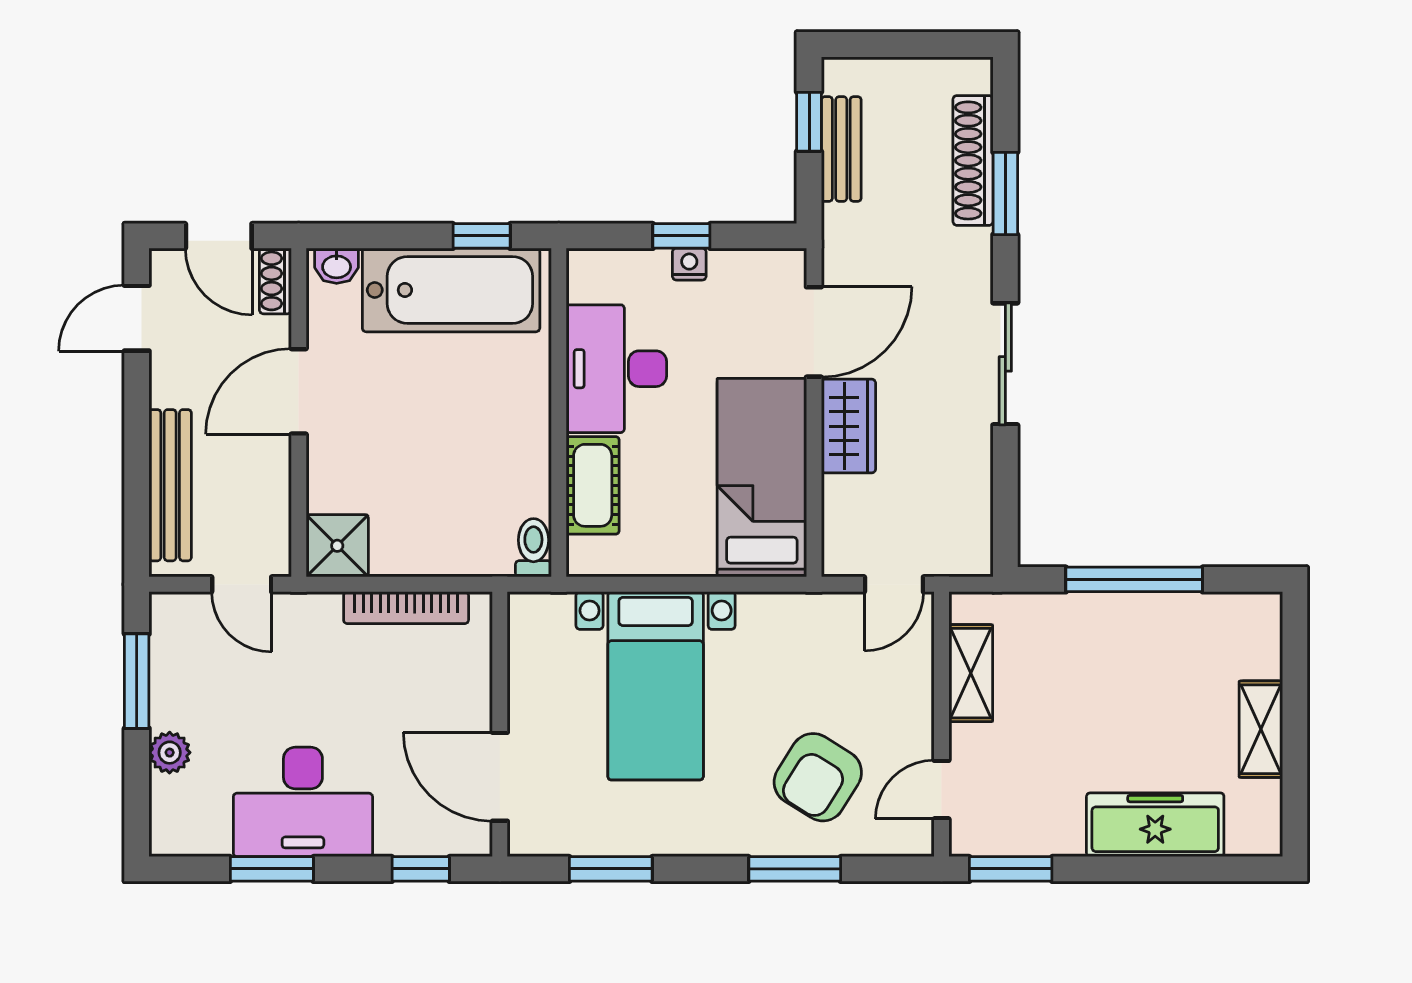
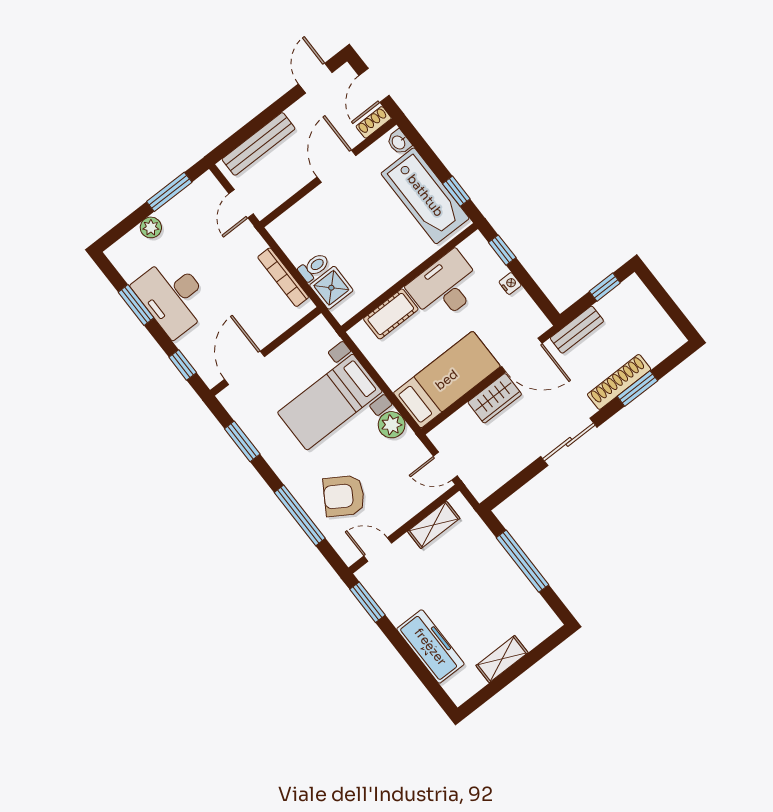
bench: (841, 149) -> (577, 330), moved
shoe rack: (973, 160) -> (619, 382), moved
window: (681, 236) -> (502, 250), moved
door: (137, 318) -> (315, 78), hinge flipped
door: (299, 391) -> (337, 166), hinge flipped
shower: (337, 546) -> (331, 288), moved
toilet: (533, 548) -> (314, 267), moved
plant: (765, 618) -> (392, 425), added
window: (795, 869) -> (300, 515), width x1.44

